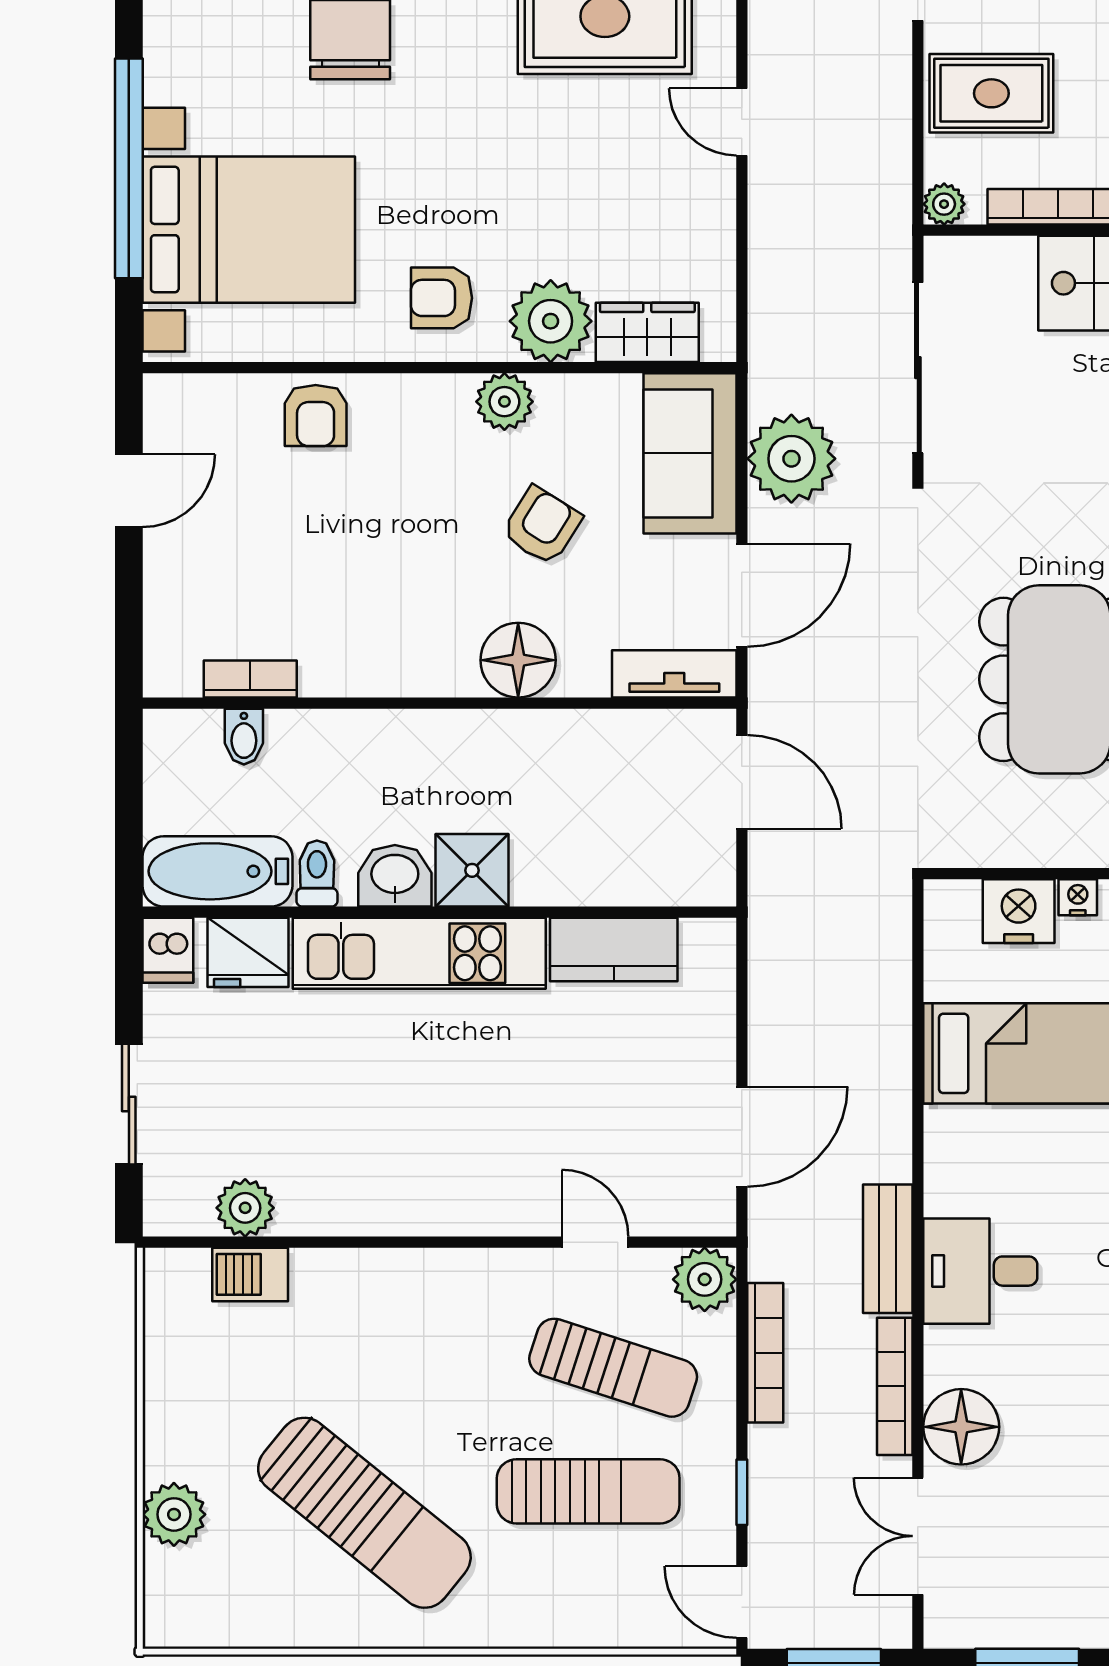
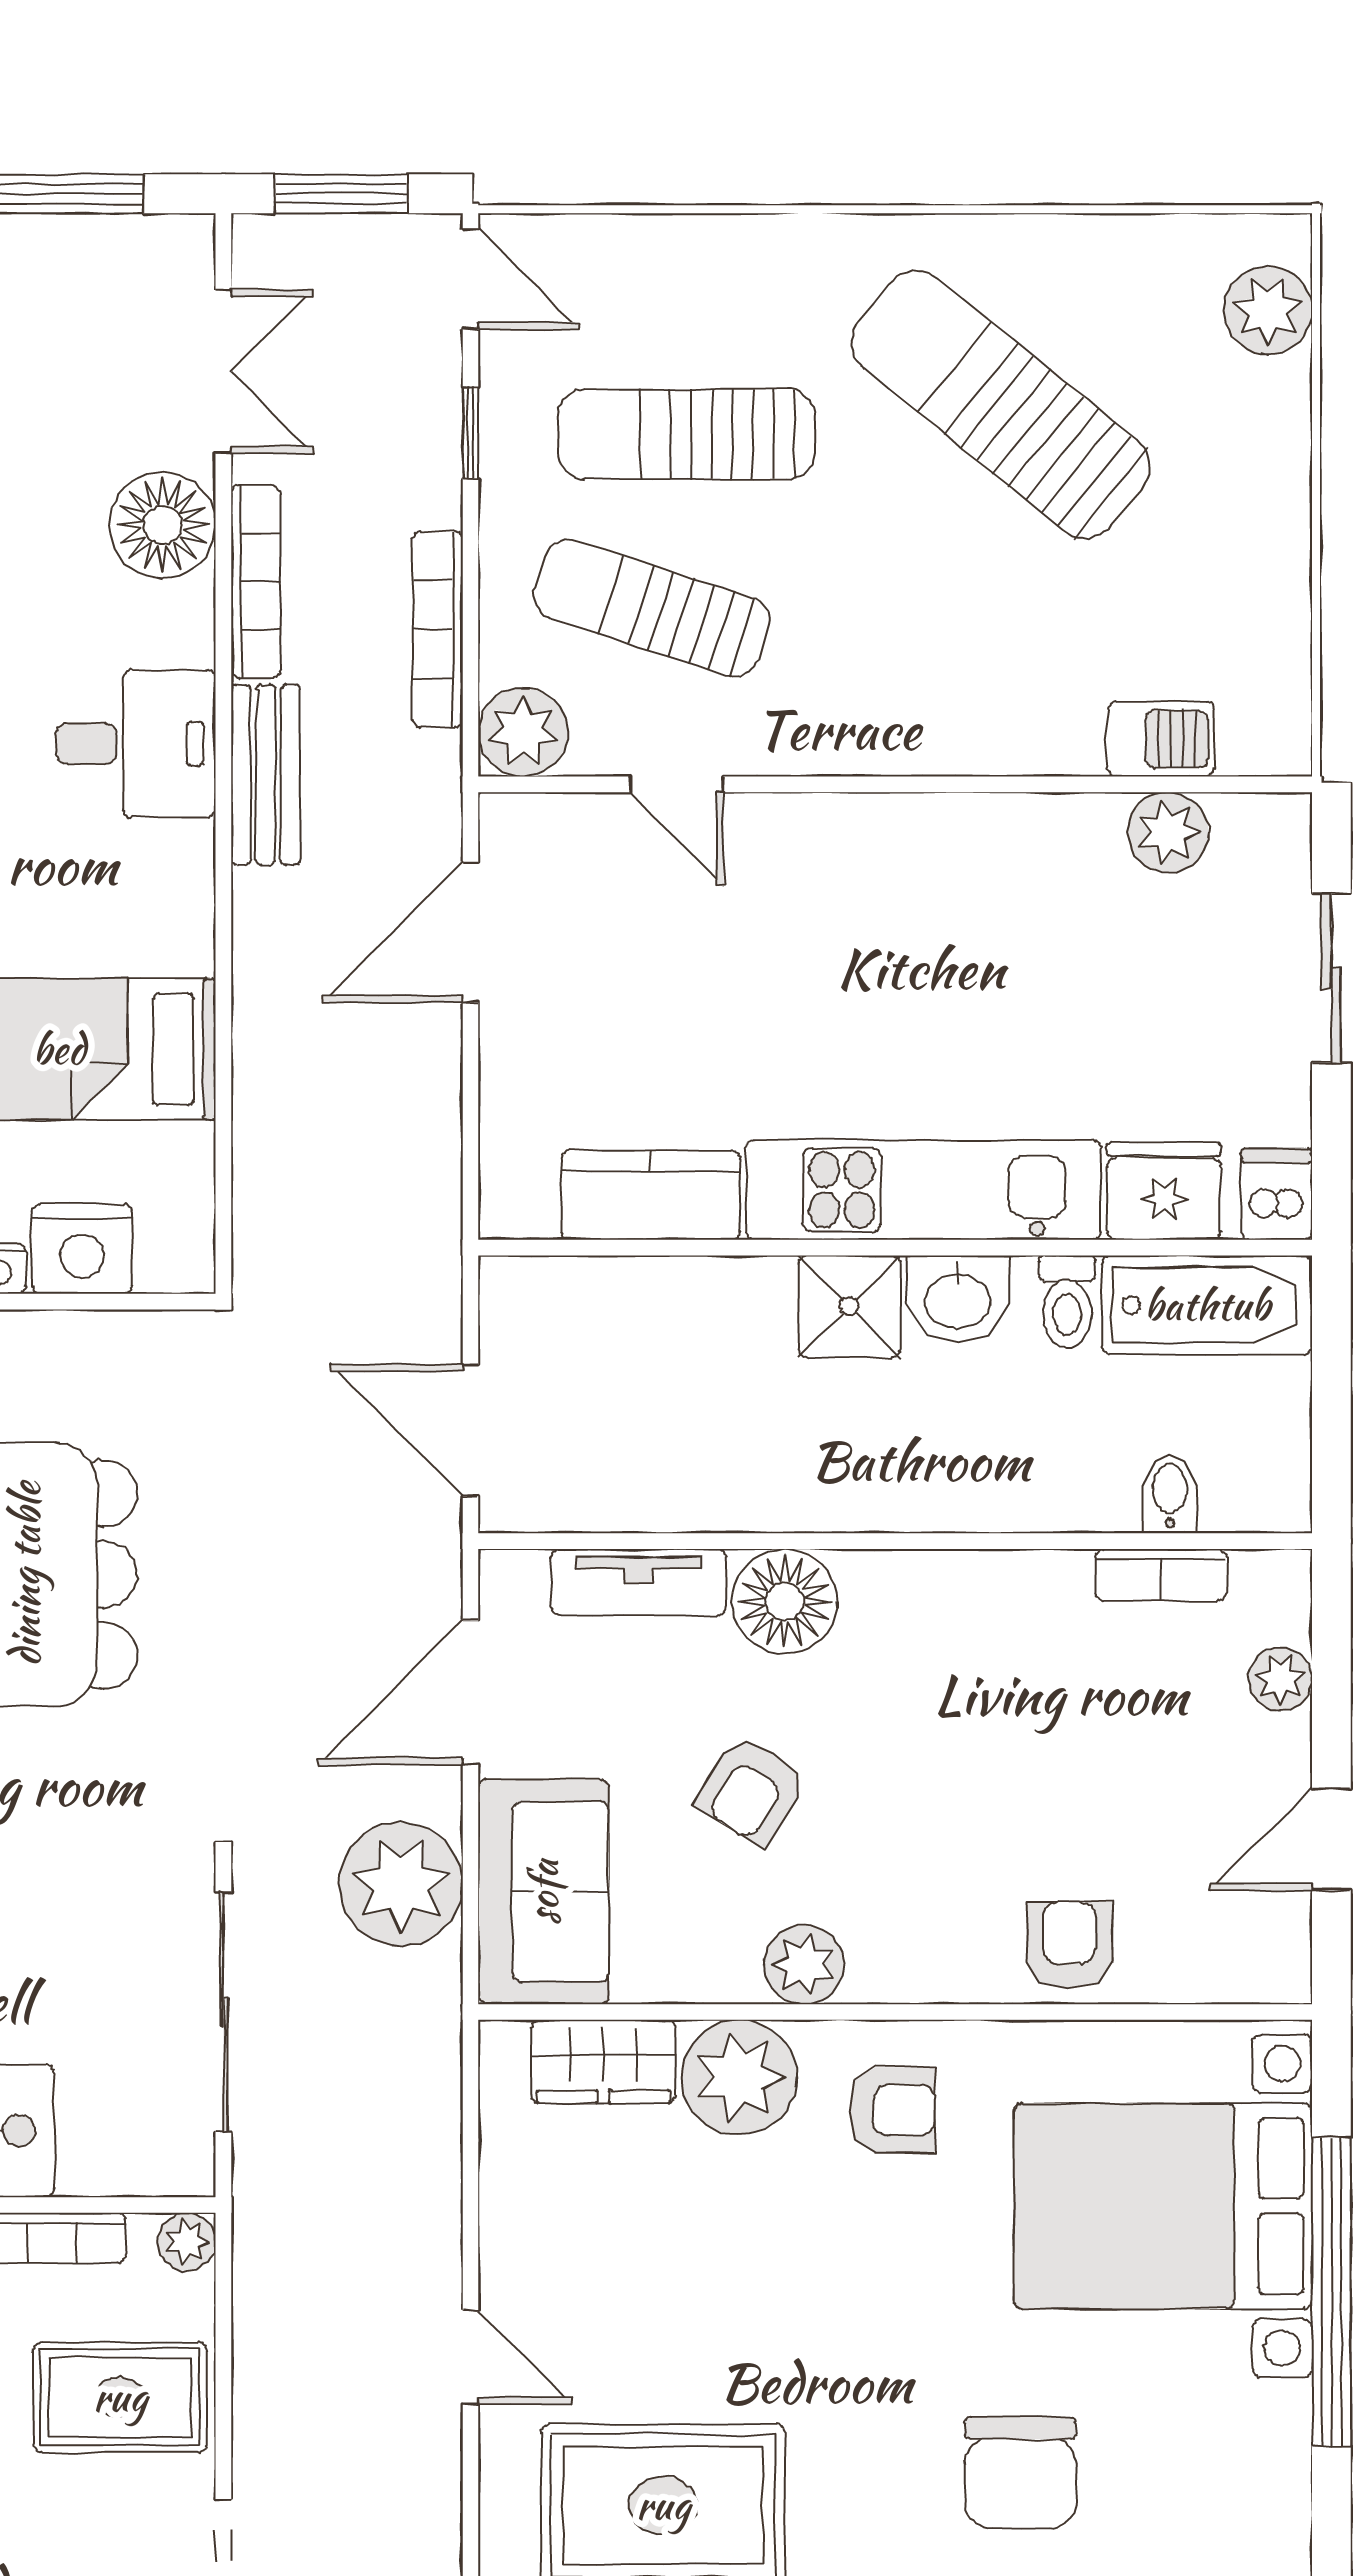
plant: (165, 605) -> (1280, 1679), added
tv unit: (674, 674) -> (639, 1582), moved
plant: (174, 1514) -> (1268, 310), moved

